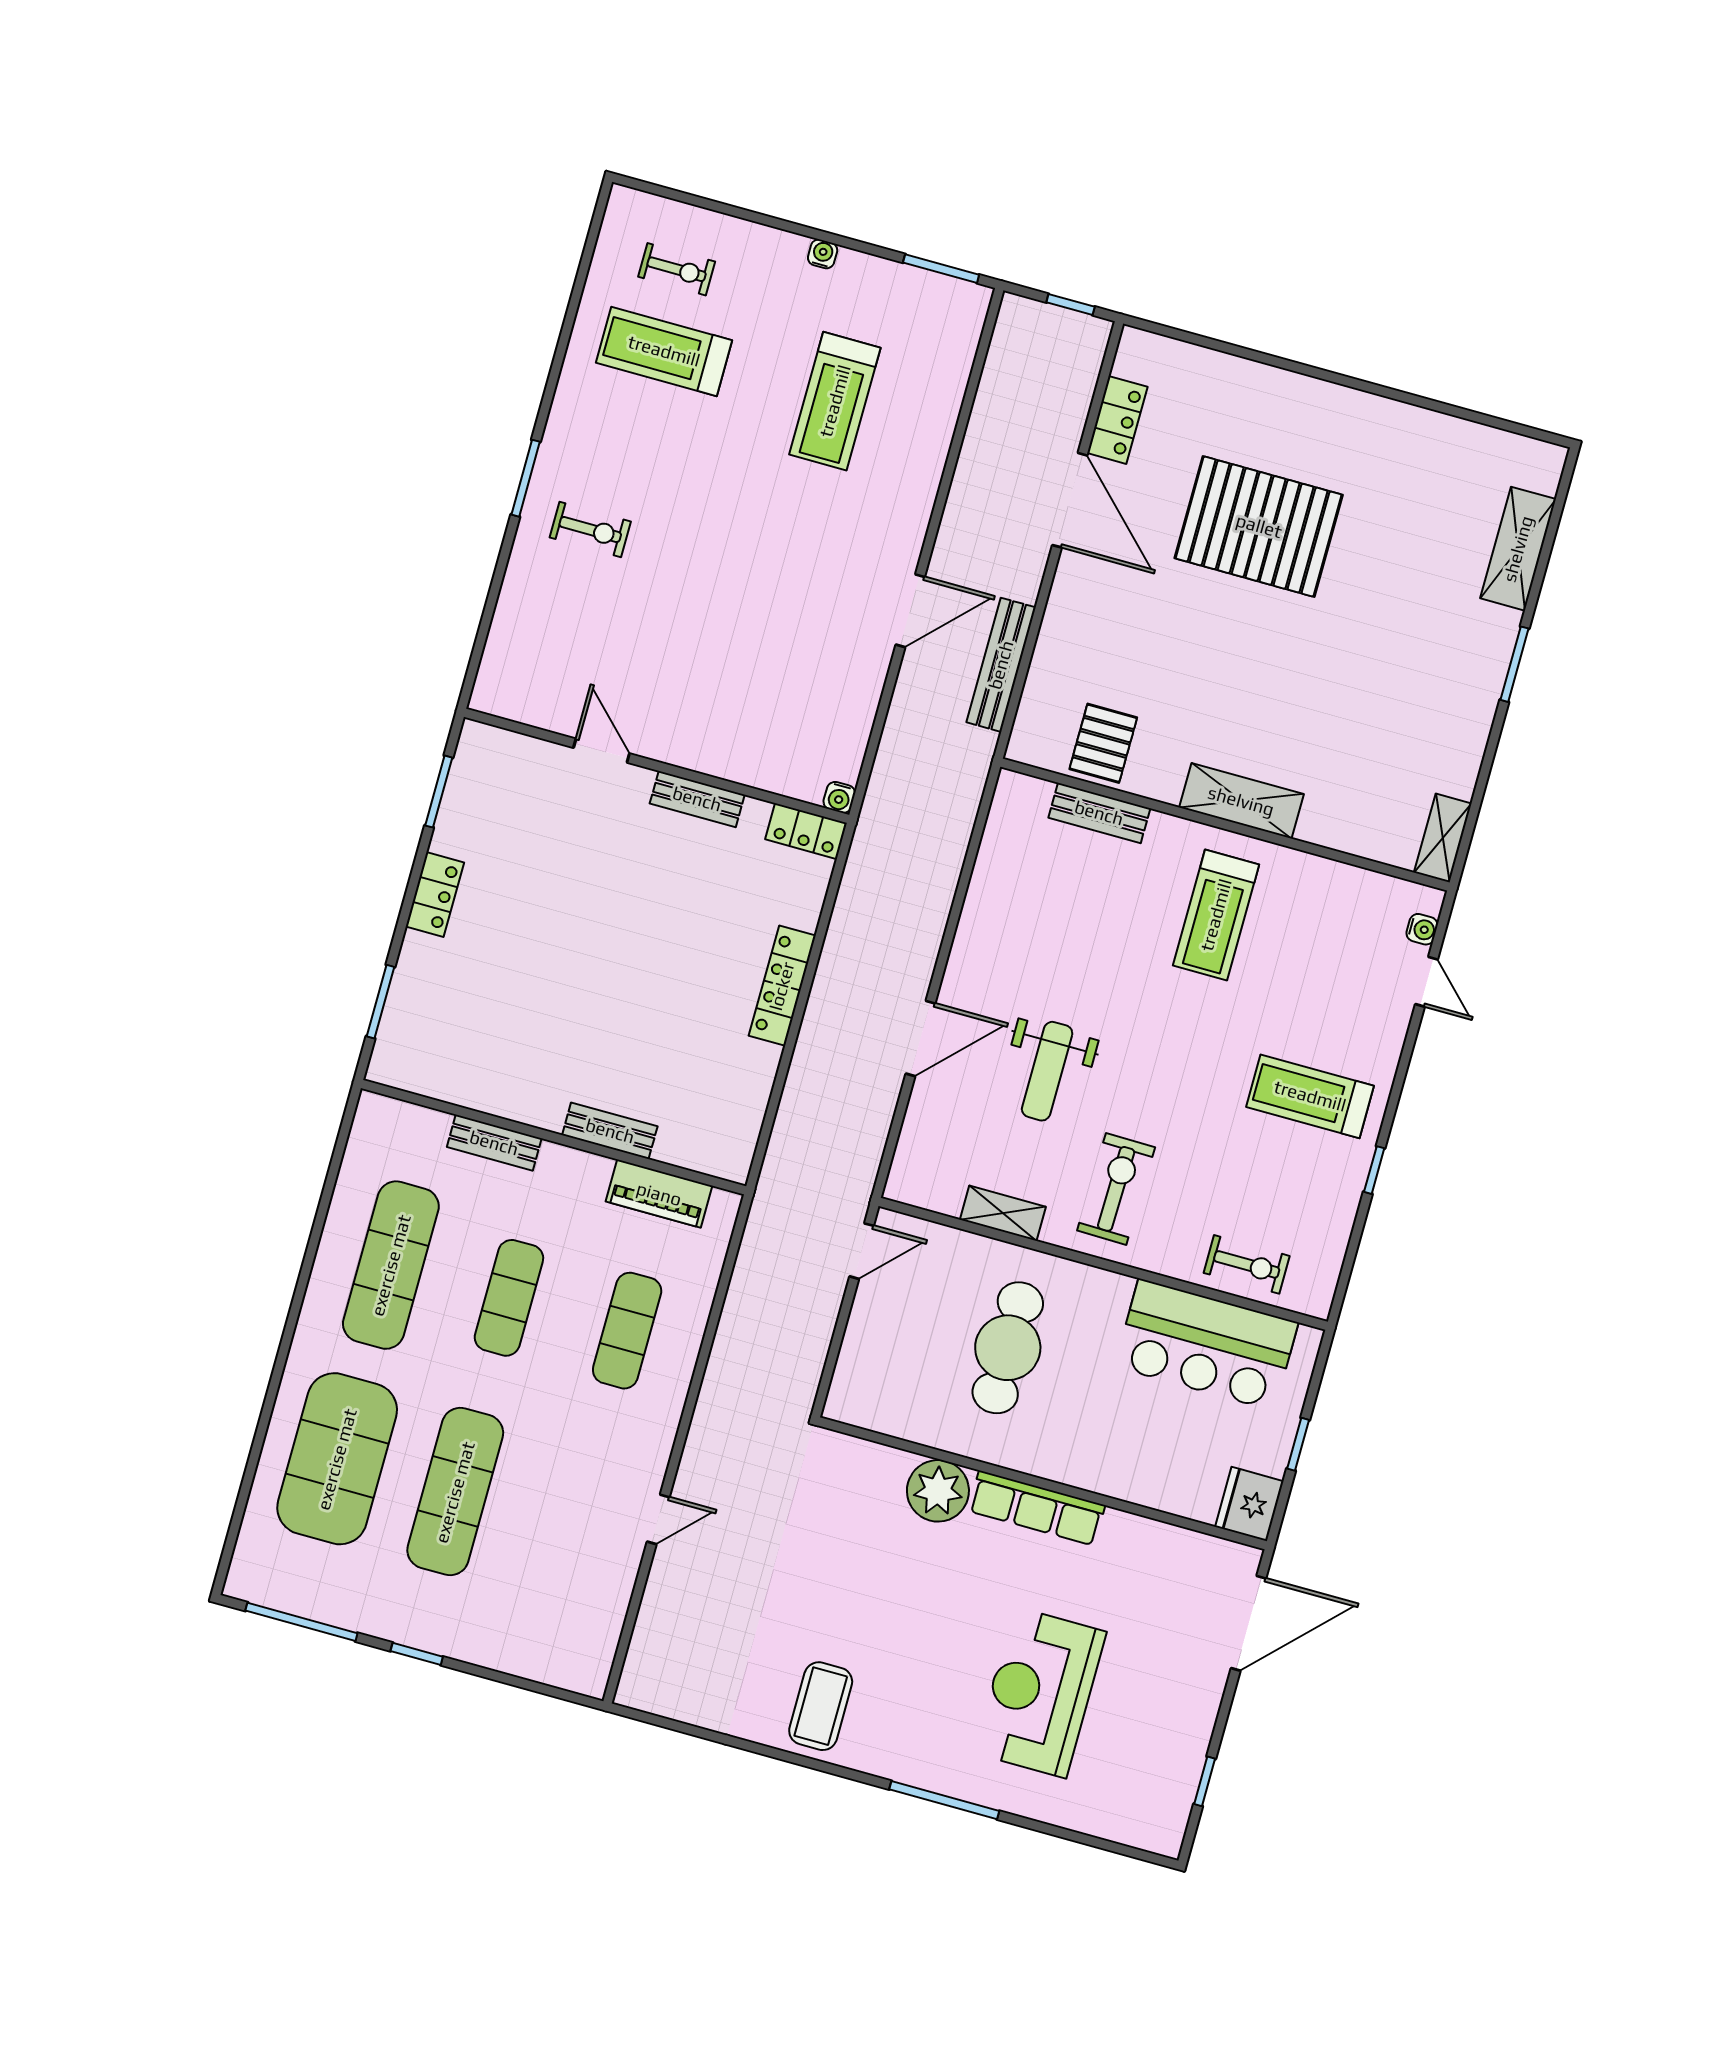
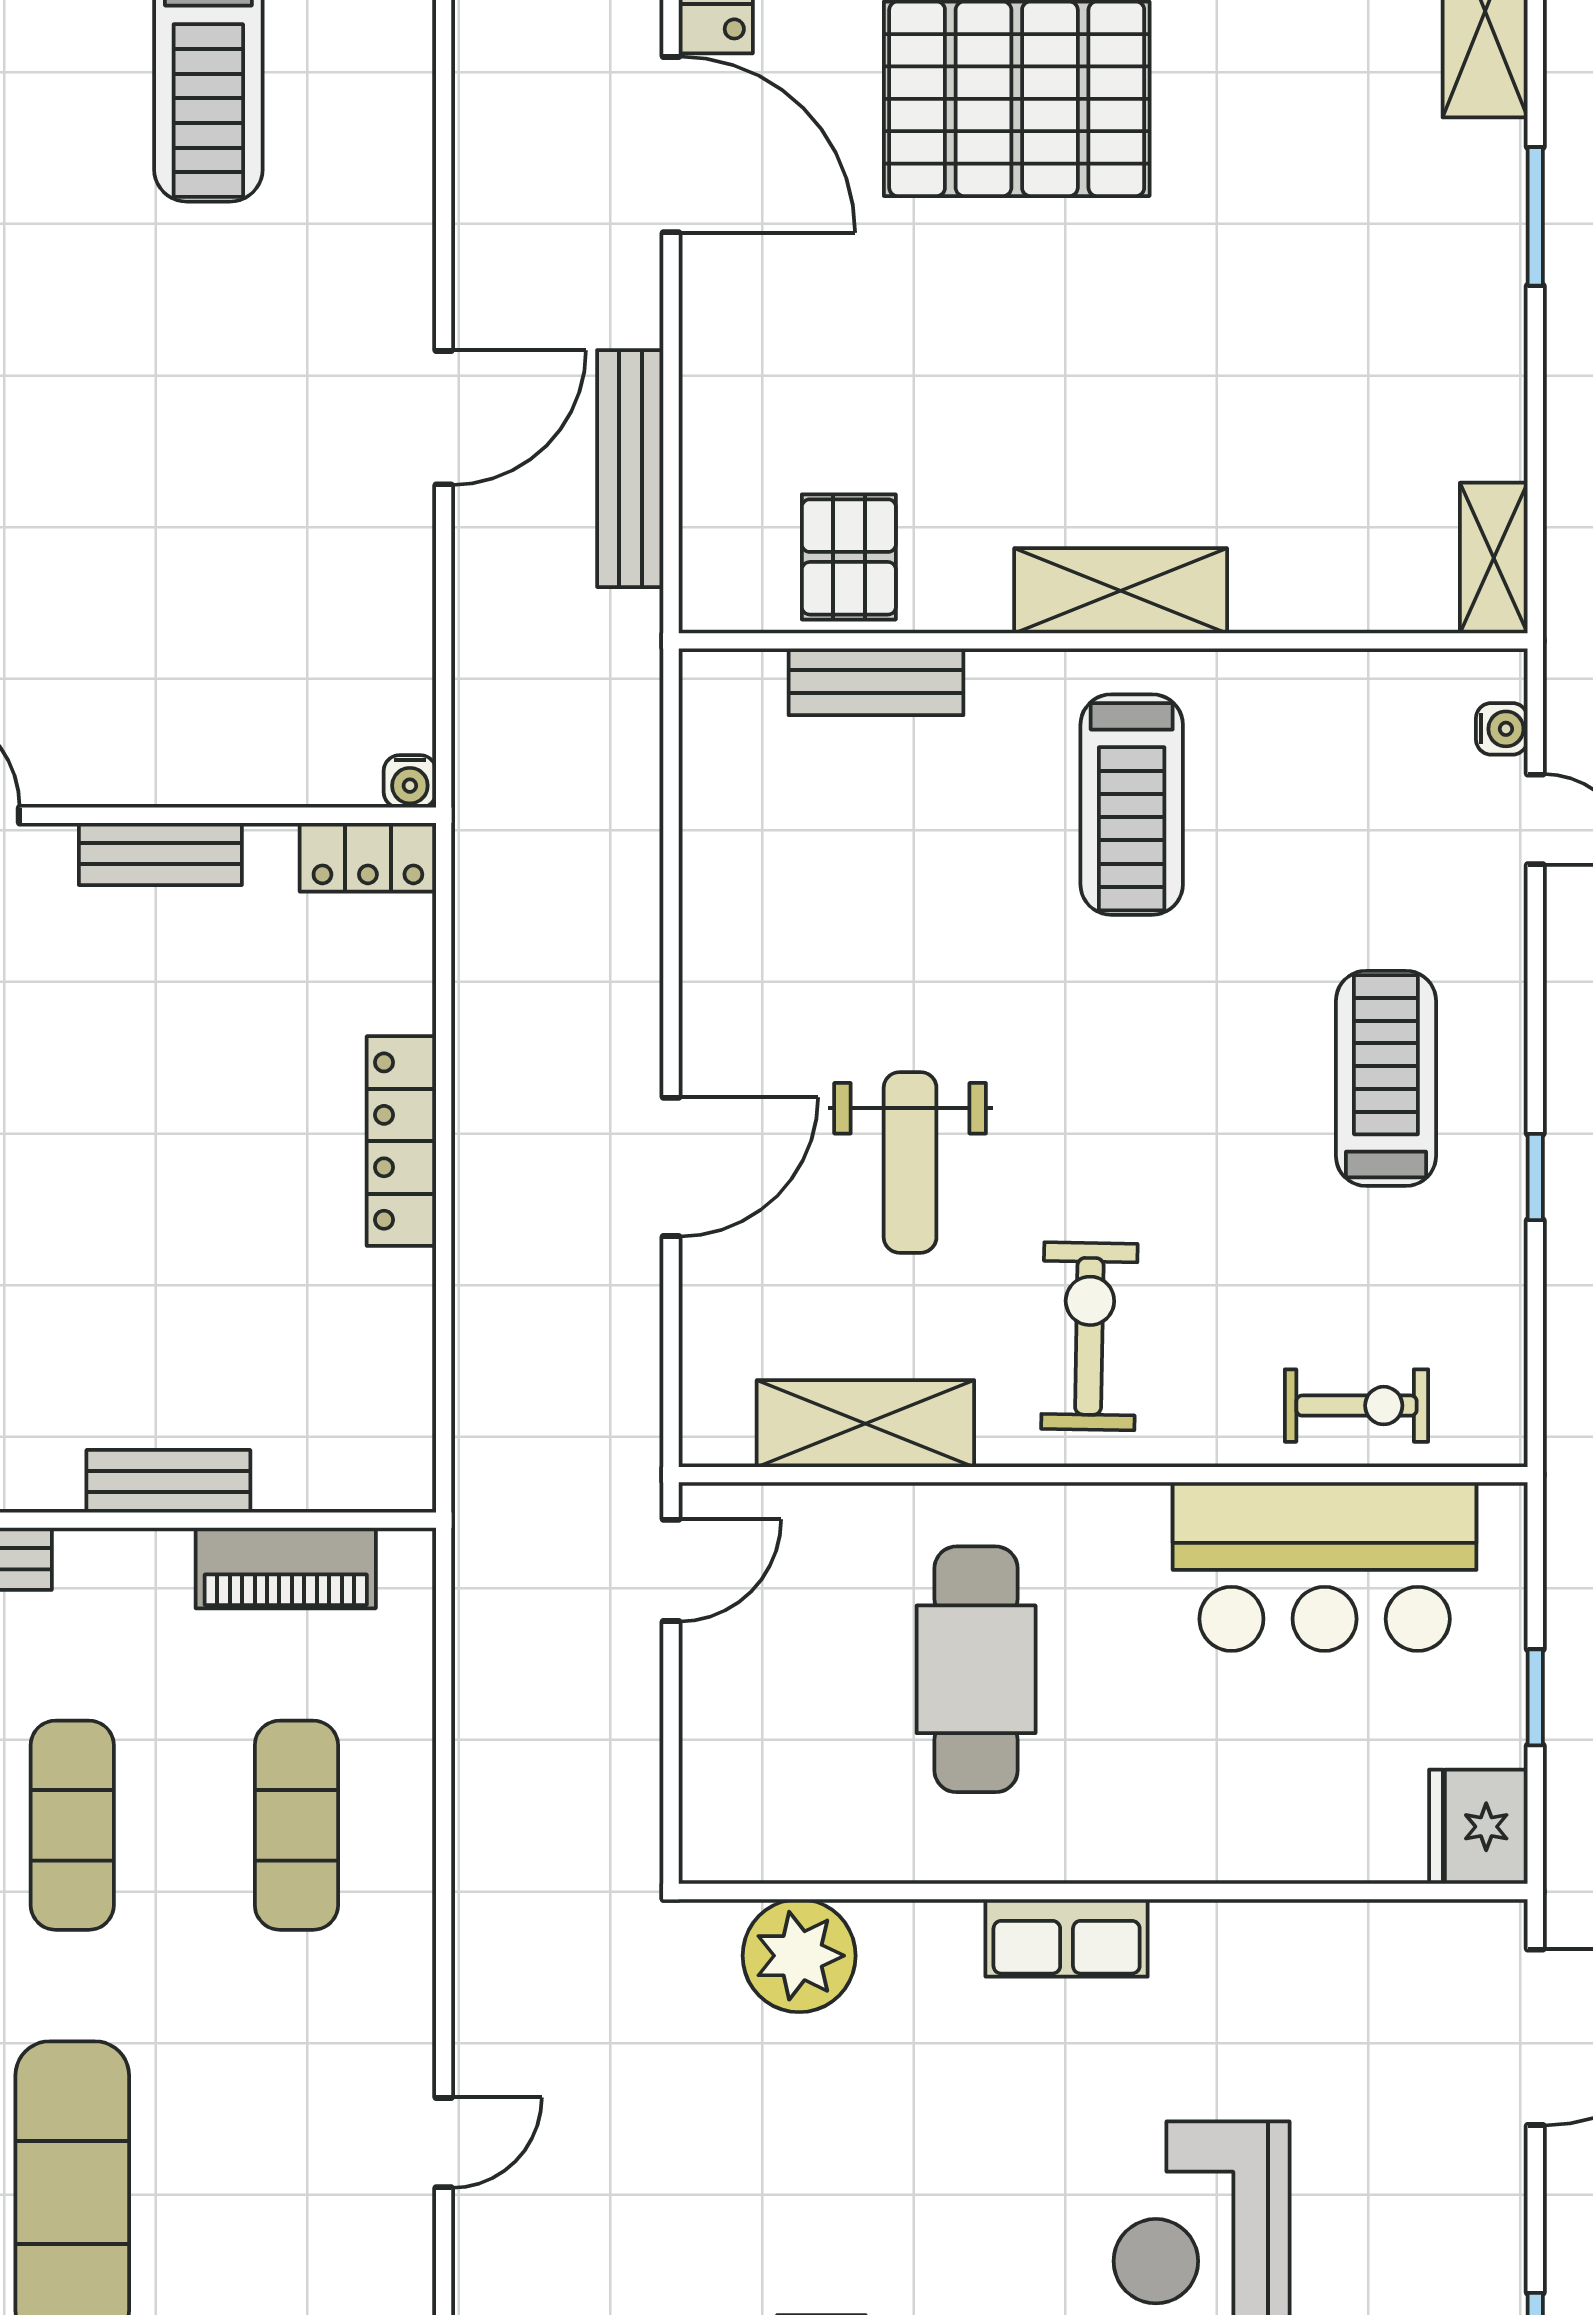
treadmill: (1310, 1096) -> (1386, 1078), turned 90
shelving: (1003, 1213) -> (865, 1424), width x1.50, depth x1.33
plant: (938, 1491) -> (799, 1956), moved
row of seats: (1037, 1508) -> (1067, 1938), width x0.68

